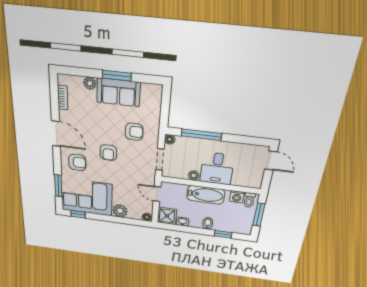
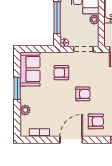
sofa: (118, 92) -> (30, 69), moved
armchair: (134, 132) -> (61, 73), turned -90
armchair: (77, 162) -> (96, 121), turned 90

